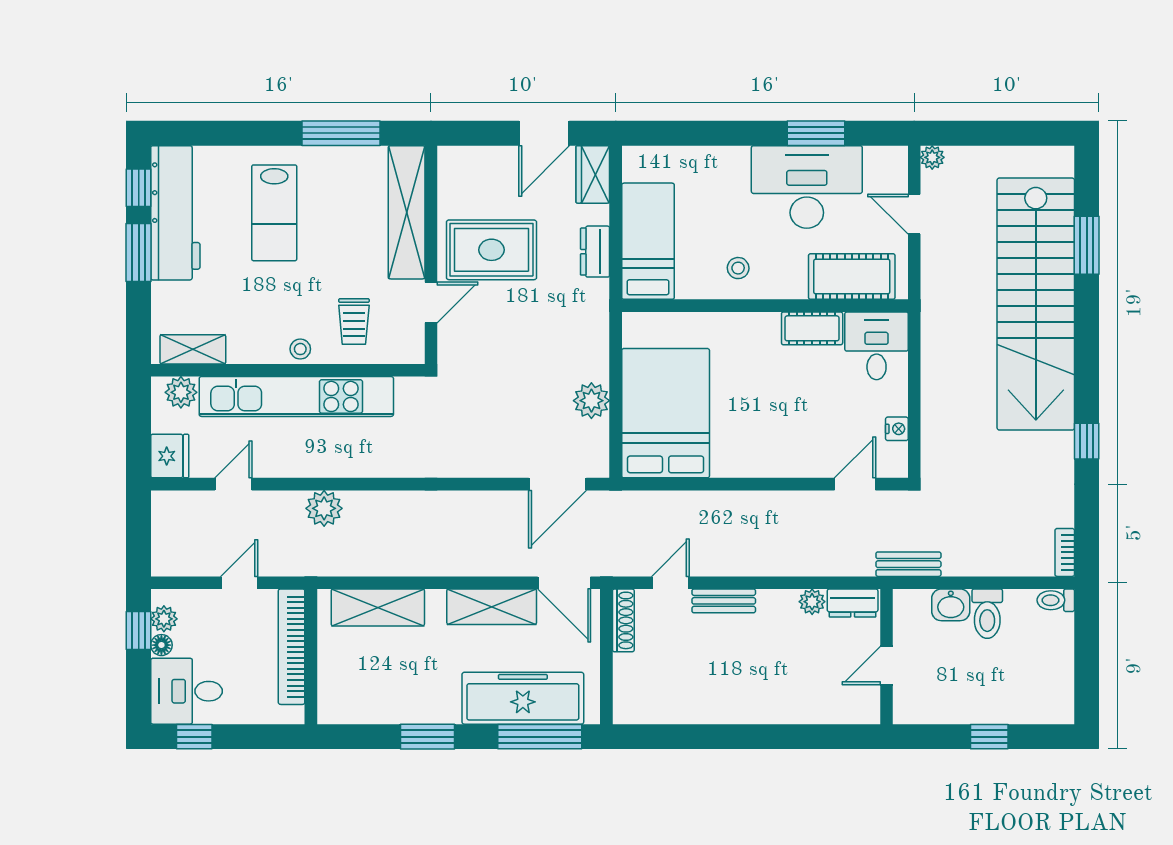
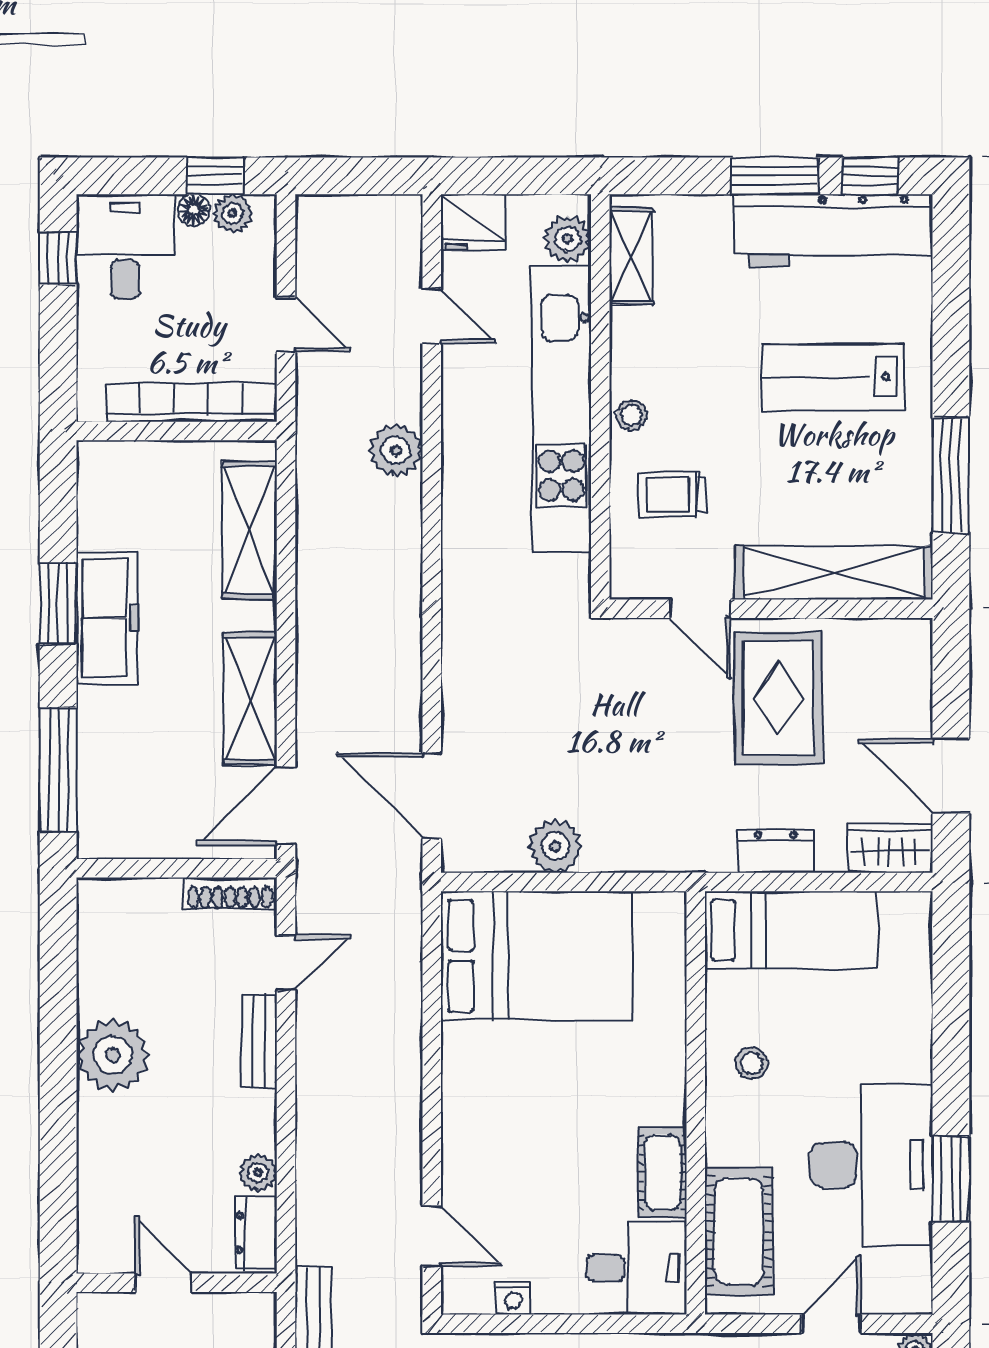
door: (670, 583) -> (286, 963), hinge flipped
freezer: (523, 698) -> (107, 618), moved, width x0.73, depth x0.79
plant: (733, 700) -> (113, 1055), added

